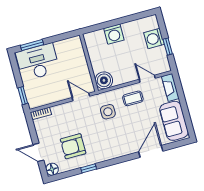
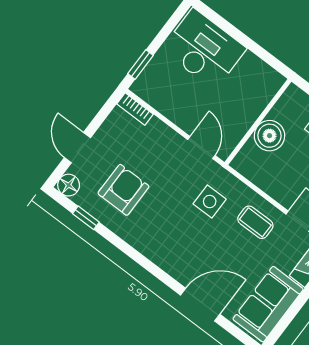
window: (32, 45) -> (222, 23), removed
boiler: (104, 80) -> (270, 136), moved
armchair: (73, 146) -> (123, 190), turned 90
window: (89, 168) -> (86, 218), moved

